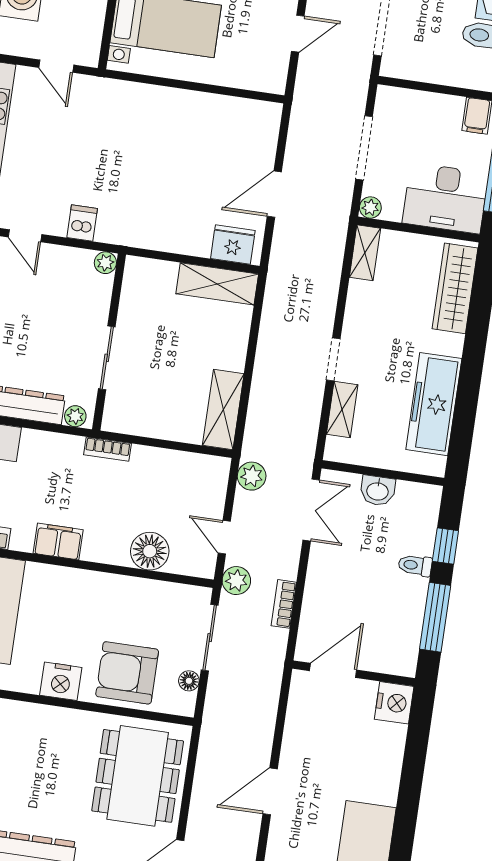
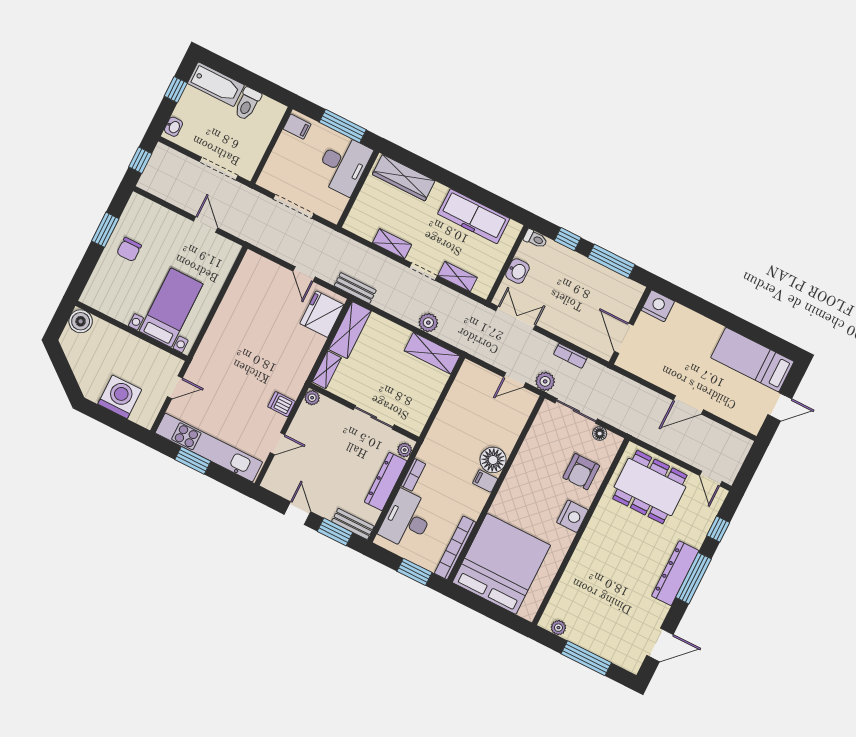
door: (274, 194) -> (304, 274), width x0.73
plant: (370, 208) -> (333, 215), removed
fridge: (233, 244) -> (322, 314), width x1.36, depth x1.34
shelving: (365, 253) -> (392, 244), moved
shelving: (151, 270) -> (327, 370), added
bench: (278, 272) -> (355, 288), added
bookcase: (108, 449) -> (413, 475), moved
plant: (252, 476) -> (428, 323), moved
filing cabinet: (58, 541) -> (485, 481), width x0.50
floor lamp: (150, 551) -> (493, 460), moved
toilet: (415, 565) -> (535, 239), moved, turned -90
armchair: (127, 673) -> (581, 472), width x0.73, depth x0.73
door: (270, 791) -> (688, 405), hinge flipped

